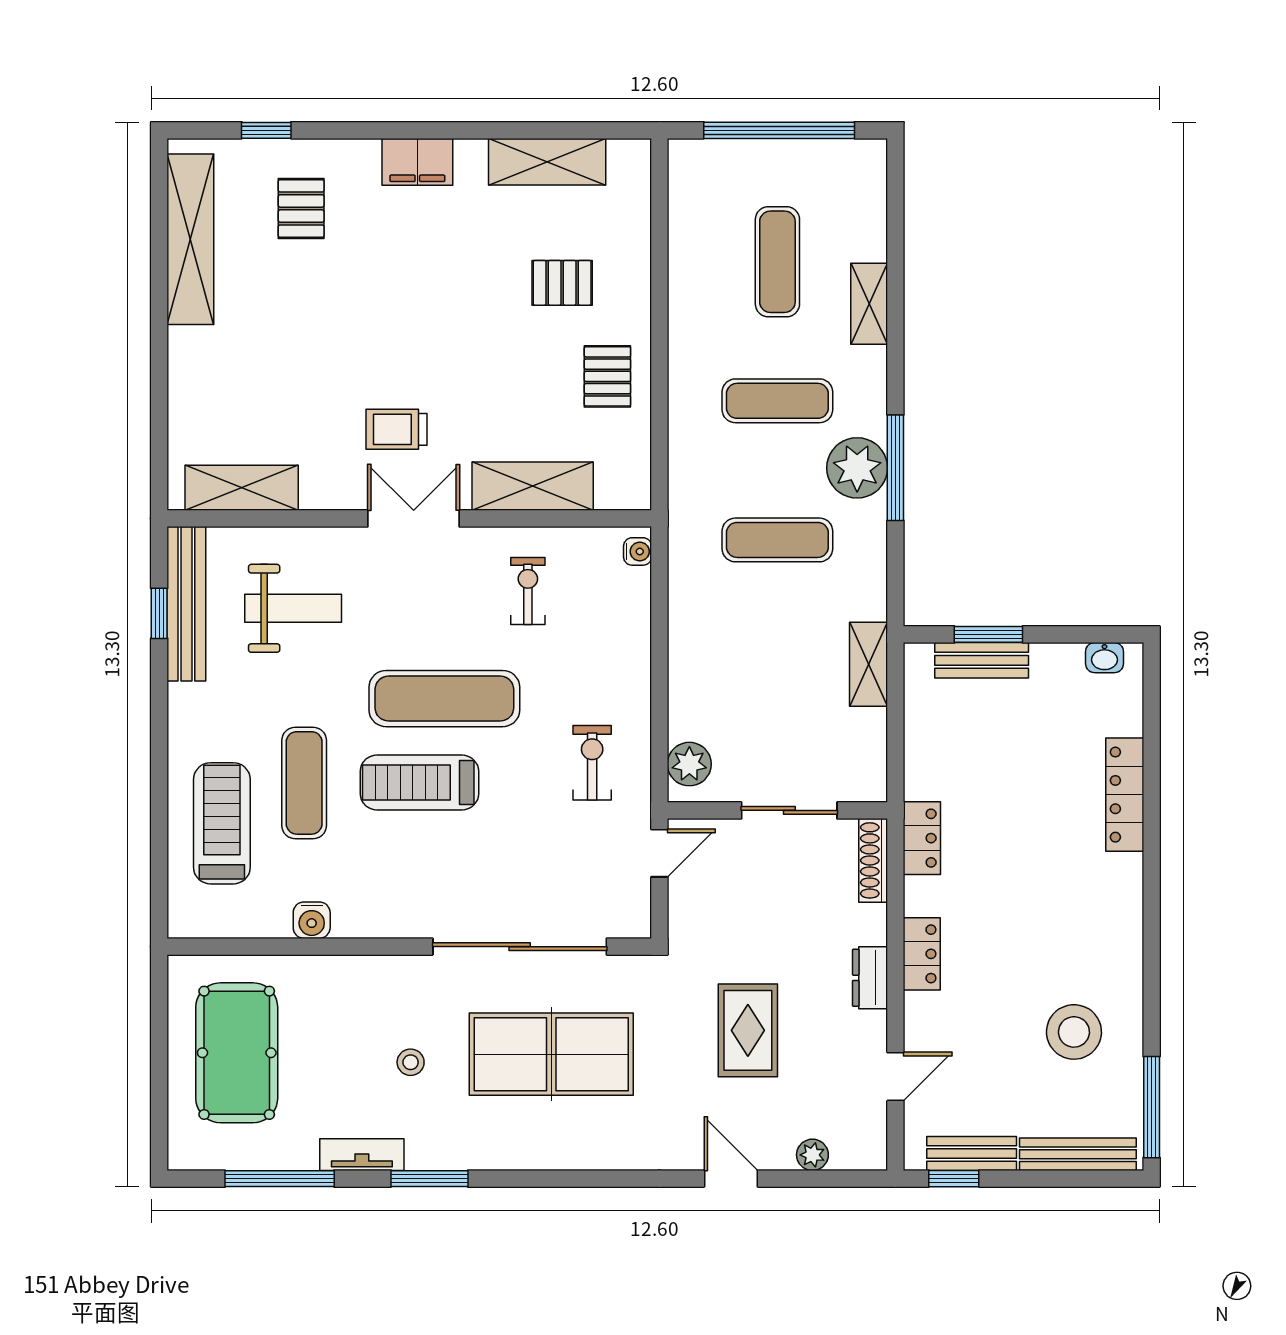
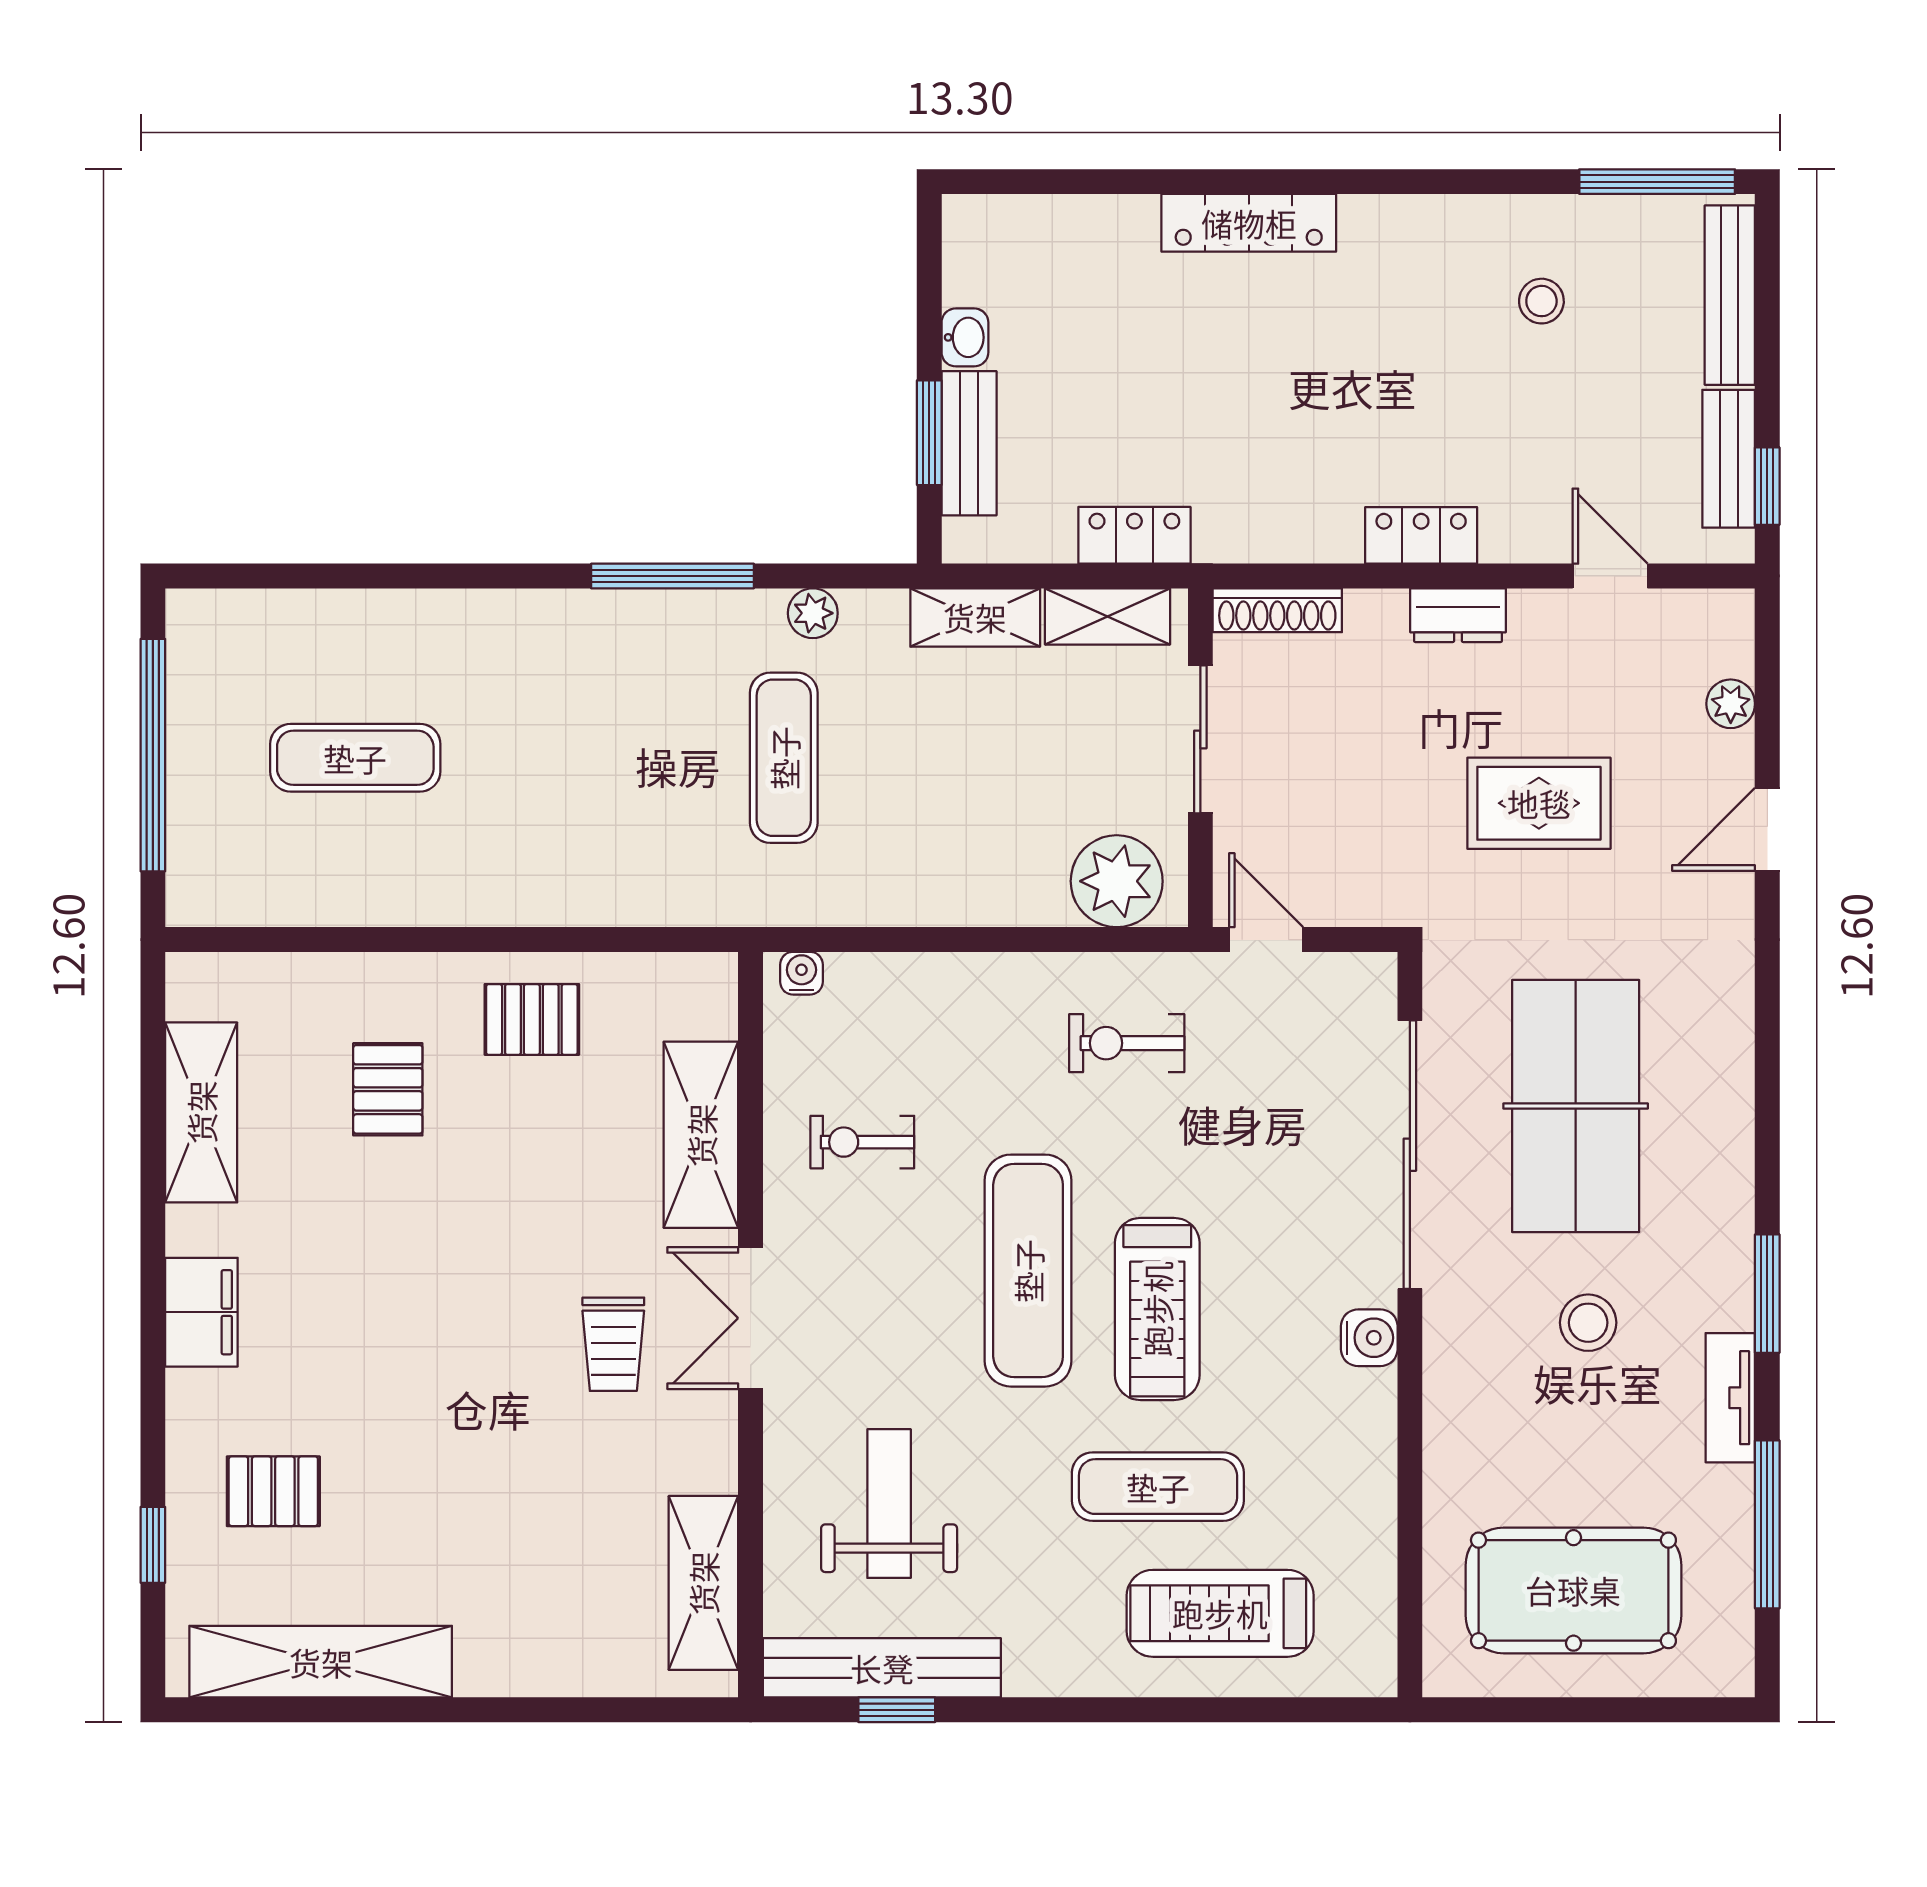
shelving: (869, 304) -> (1108, 616), moved
exercise mat: (777, 401) -> (569, 758), removed
plant: (857, 468) -> (813, 613), moved, width x0.53, depth x0.53
washbasin: (1104, 658) -> (965, 337), moved
plant: (689, 764) -> (1117, 881), width x1.36, depth x1.36
locker: (1125, 795) -> (1249, 223), moved
locker: (922, 838) -> (1134, 535), moved
water cooler: (312, 920) -> (1369, 1338), moved
stool: (1074, 1032) -> (1541, 301), width x0.53, depth x0.53
stool: (411, 1062) -> (1588, 1323), width x1.37, depth x1.37

